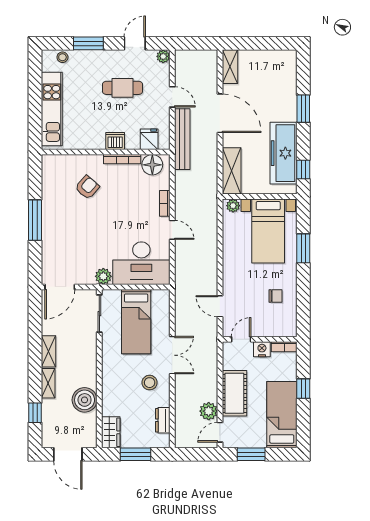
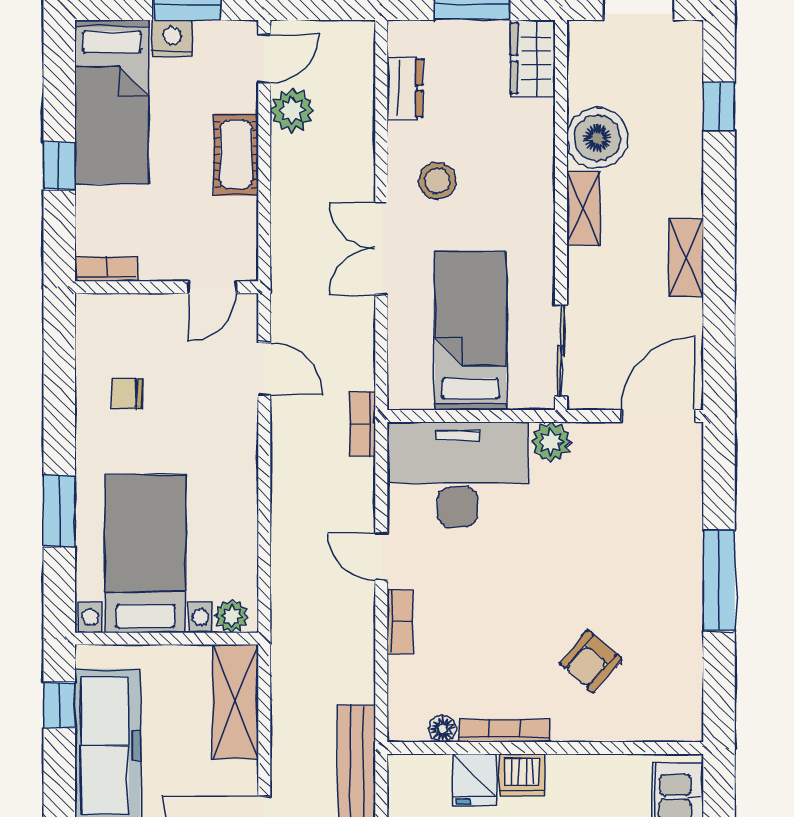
fridge: (149, 139) -> (475, 779), moved
floor lamp: (152, 165) -> (443, 729), width x0.53, depth x0.53
bookcase: (180, 284) -> (363, 424), added
nightstand: (262, 349) -> (172, 39), moved, turned 180
shelving: (48, 383) -> (583, 209), moved
cot: (234, 393) -> (236, 155), width x0.73, depth x0.75

